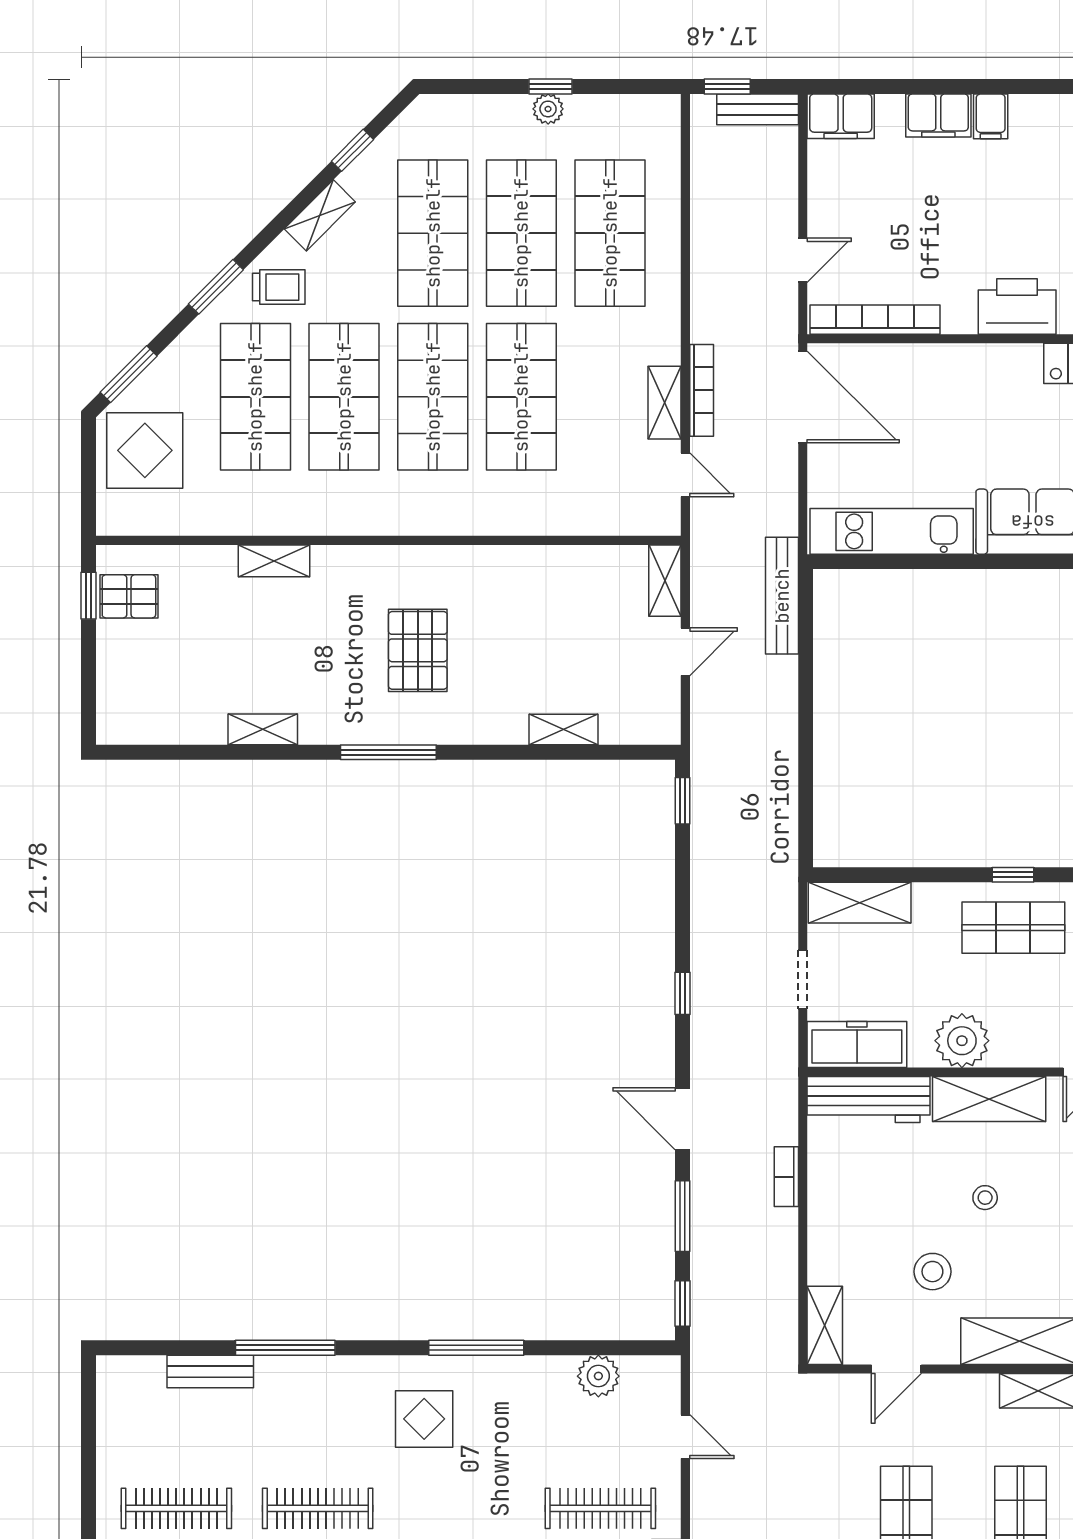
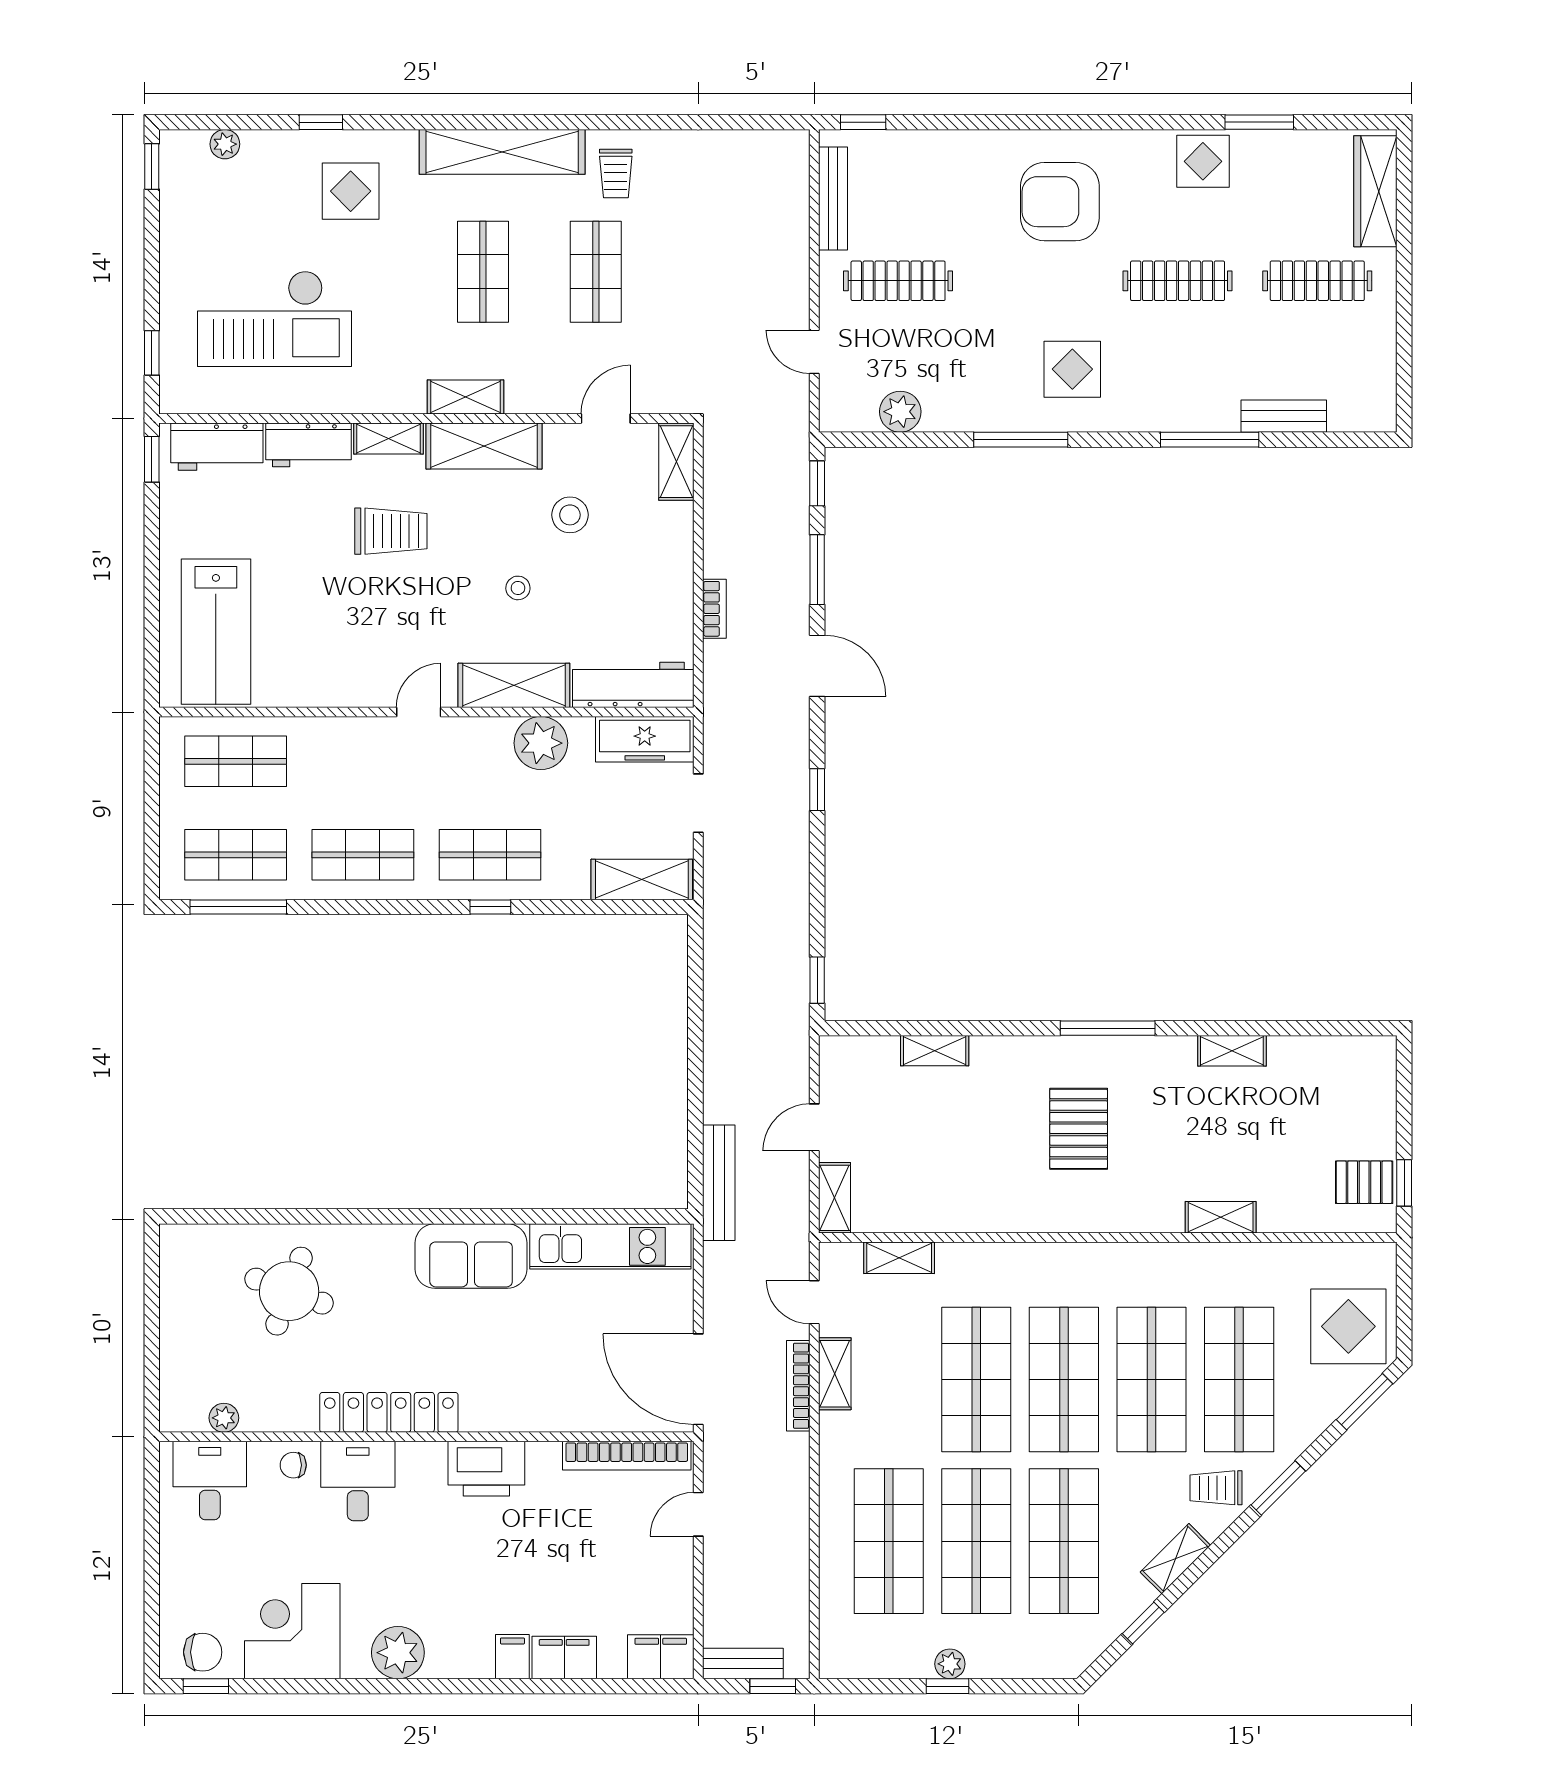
shelving: (599, 520) -> (899, 1258), added

